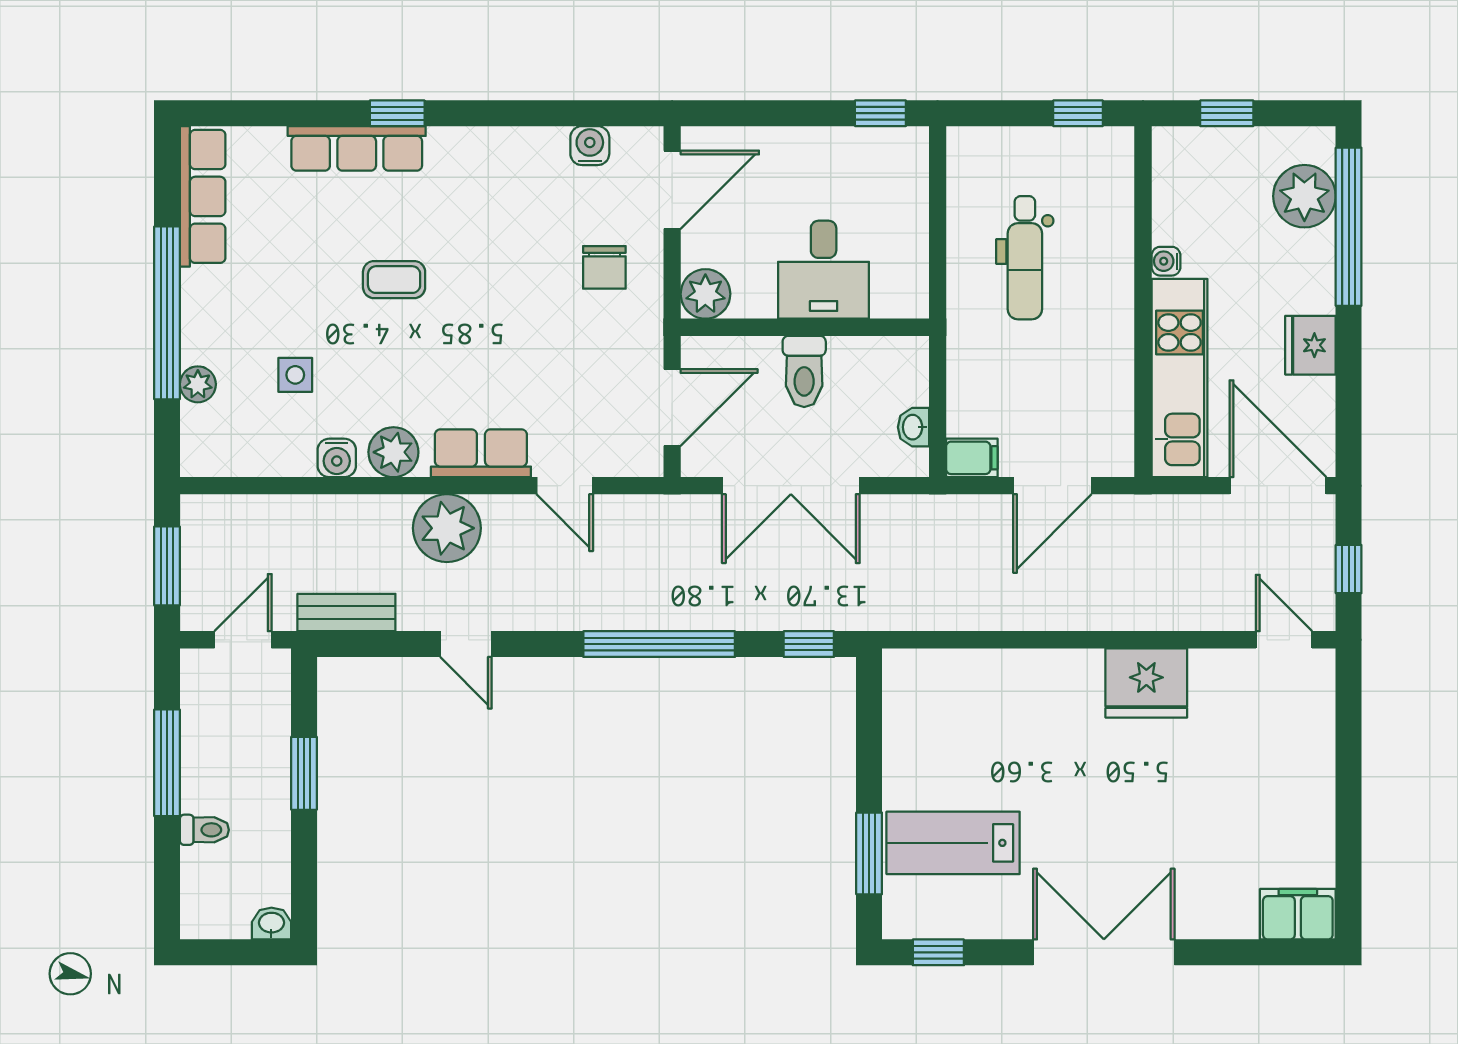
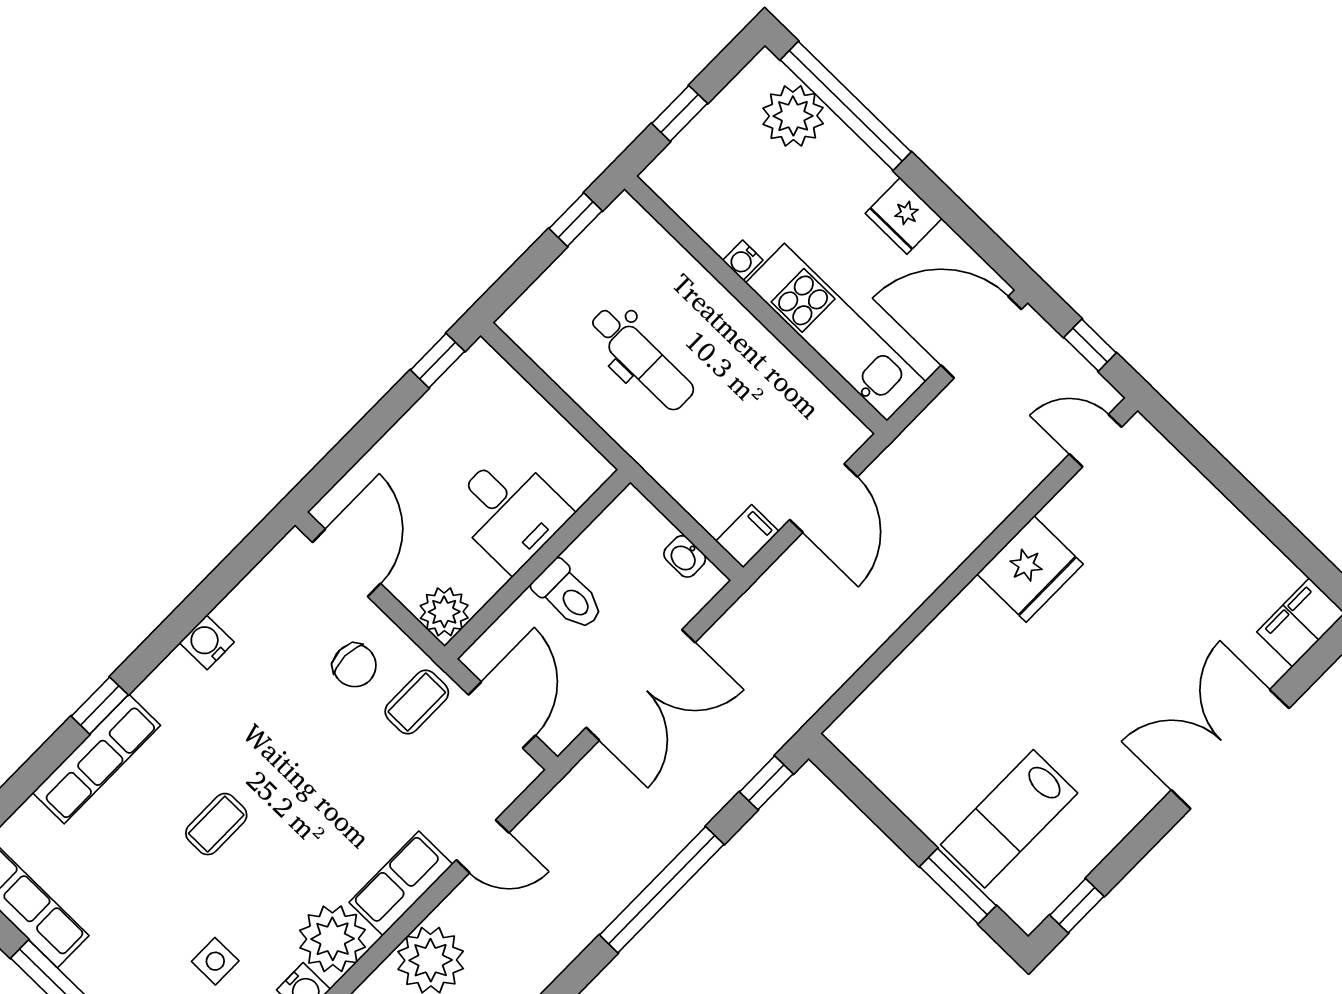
water cooler: (590, 146) -> (207, 642), moved
coffee table: (622, 337) -> (417, 702), added
plant: (393, 452) -> (333, 939), width x1.36, depth x1.36
double door: (1104, 952) -> (1230, 749), moved

